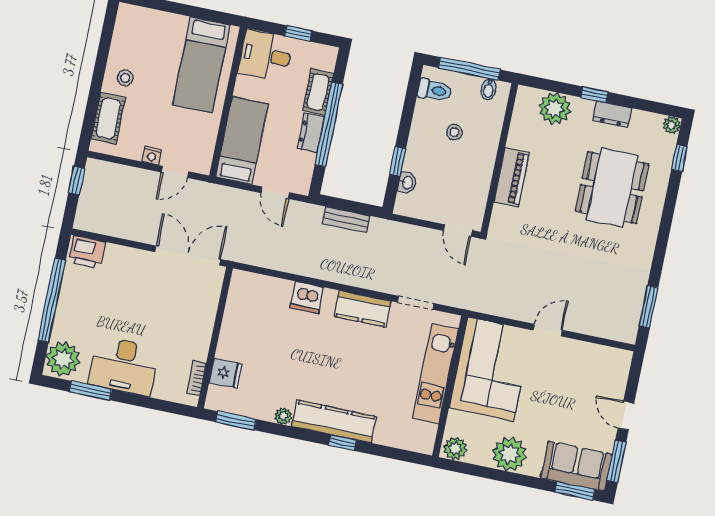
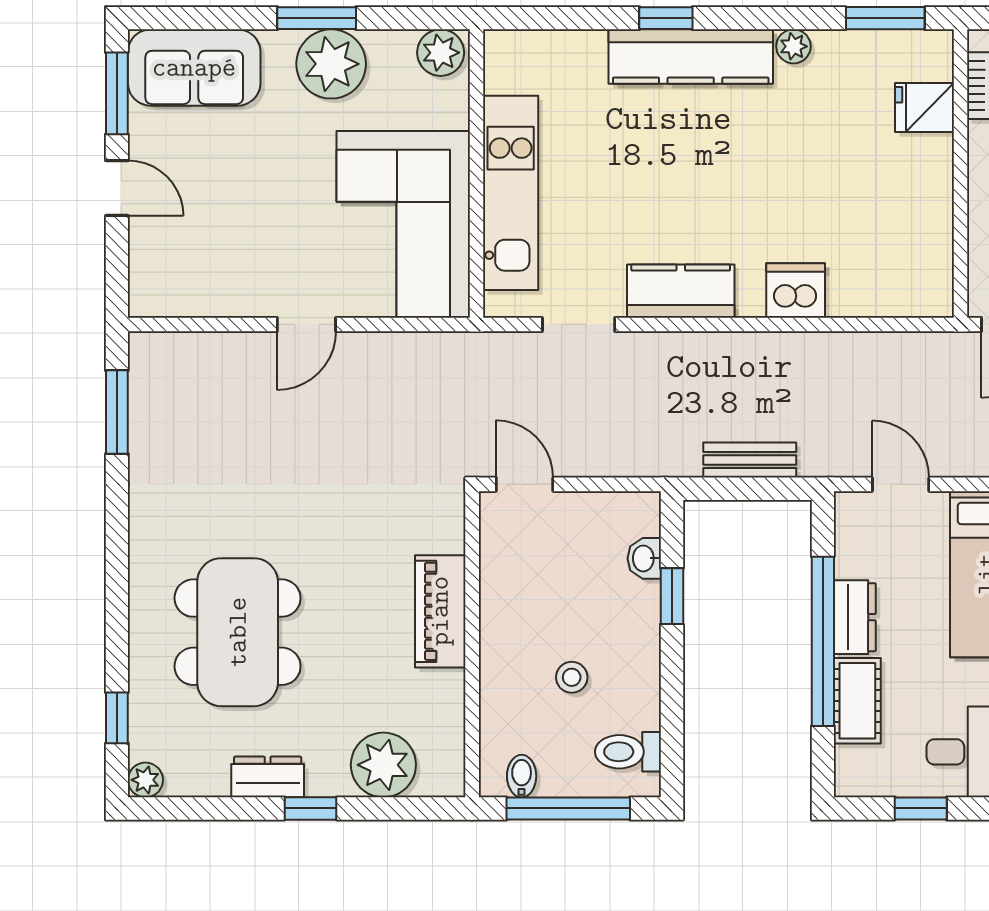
window: (575, 491) -> (317, 18), moved

